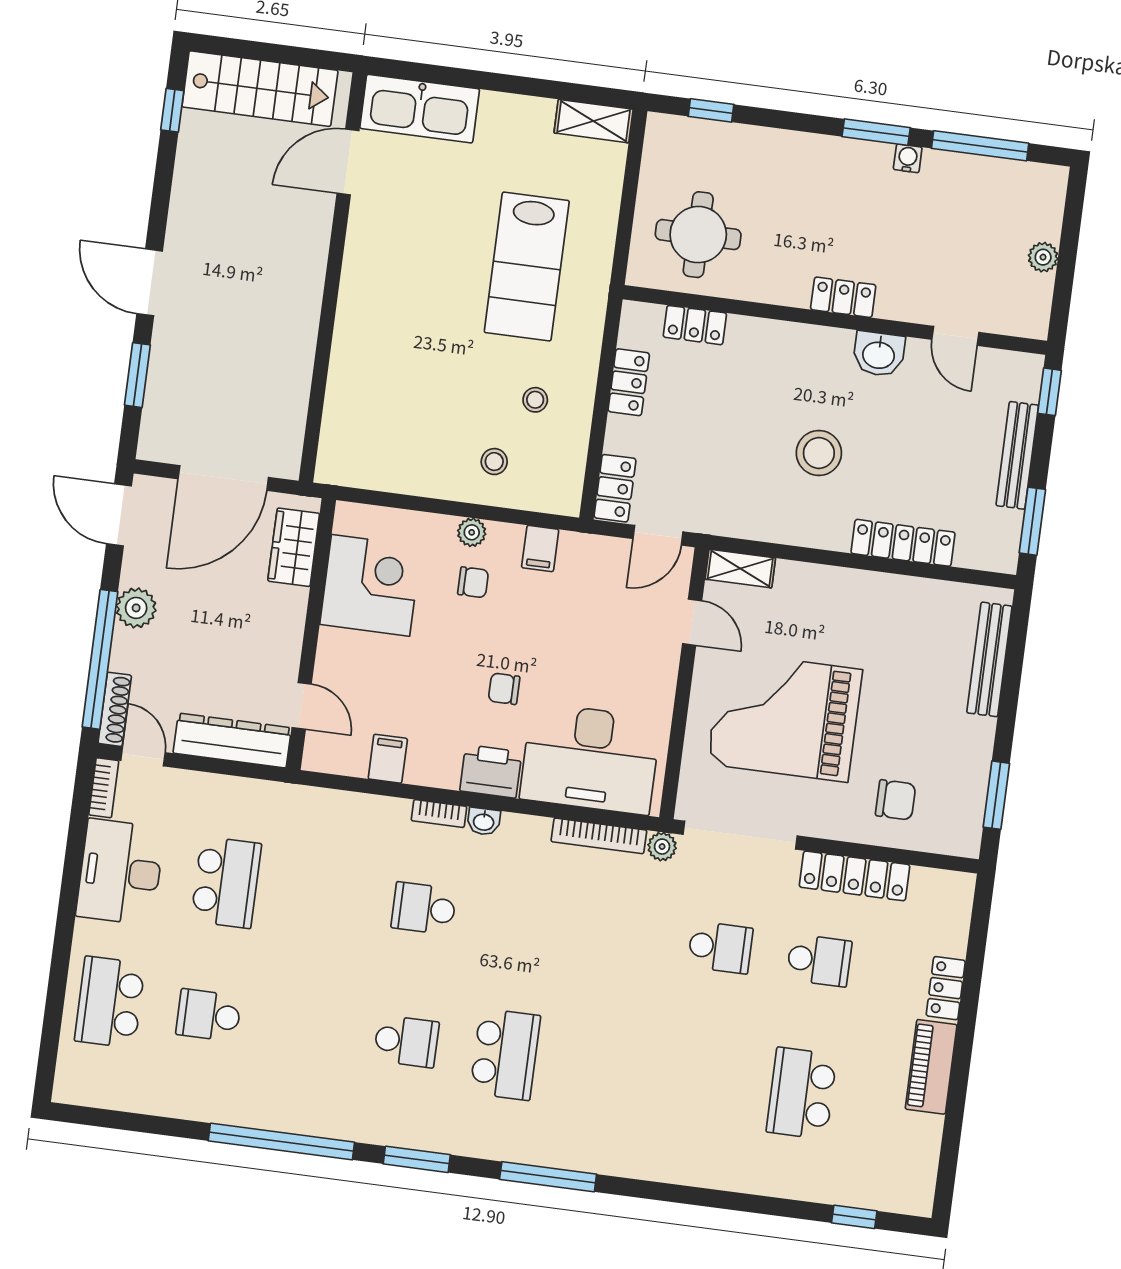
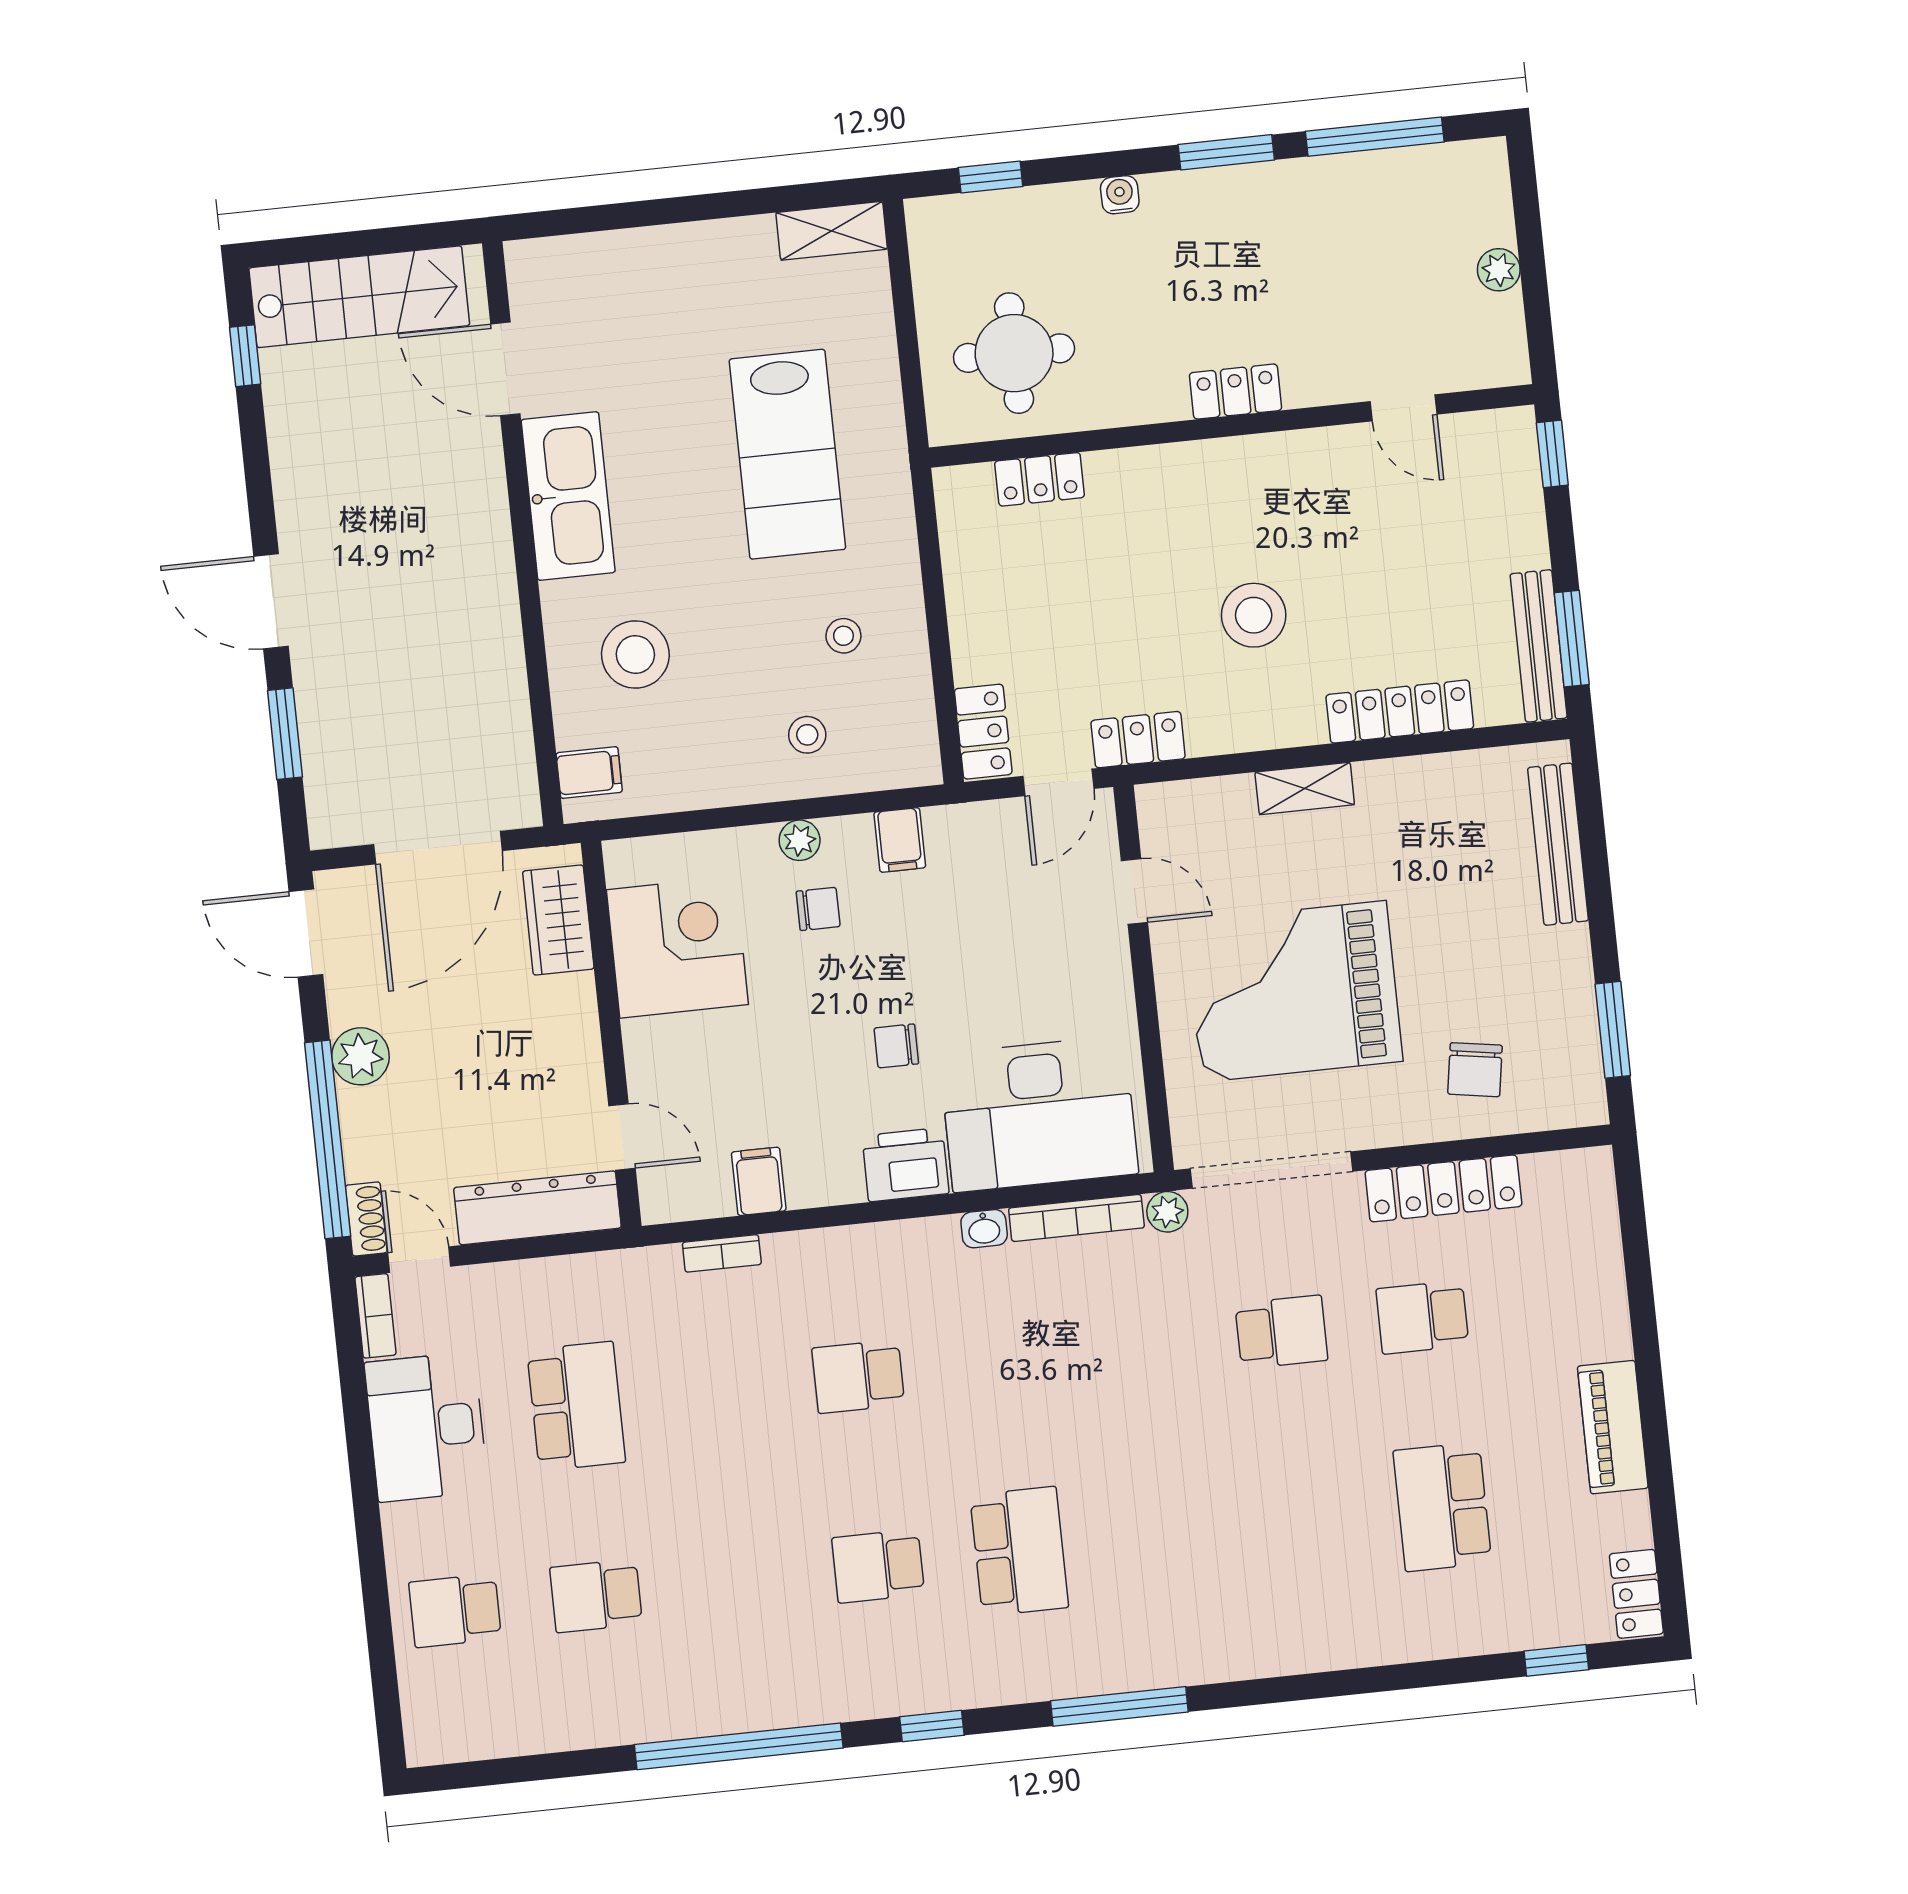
kitchen sink: (420, 109) -> (568, 496), moved, turned -90
water cooler: (908, 158) -> (1120, 195), moved
door: (348, 162) -> (505, 369), hinge flipped
washbasin: (879, 354) -> (1304, 458), removed
stool: (390, 378) -> (635, 654), added
locker: (629, 382) -> (1138, 740), moved, turned -90
filing cabinet: (339, 451) -> (589, 773), added
bench: (1017, 455) -> (1539, 646), moved
shelving: (740, 569) -> (1305, 788), moved
shoe rack: (115, 709) -> (366, 1219), width x0.70
chair: (896, 800) -> (1475, 1070), turned 99
bookcase: (439, 814) -> (722, 1253), moved
washbasin: (484, 821) -> (984, 1229), moved
school desk: (819, 960) -> (1422, 1317), turned 180
locker: (946, 988) -> (1636, 1594), moved
school desk: (110, 1002) -> (455, 1611), width x0.54
school desk: (406, 1041) -> (878, 1566), turned 180
window: (417, 1159) -> (932, 1726), width x0.67

